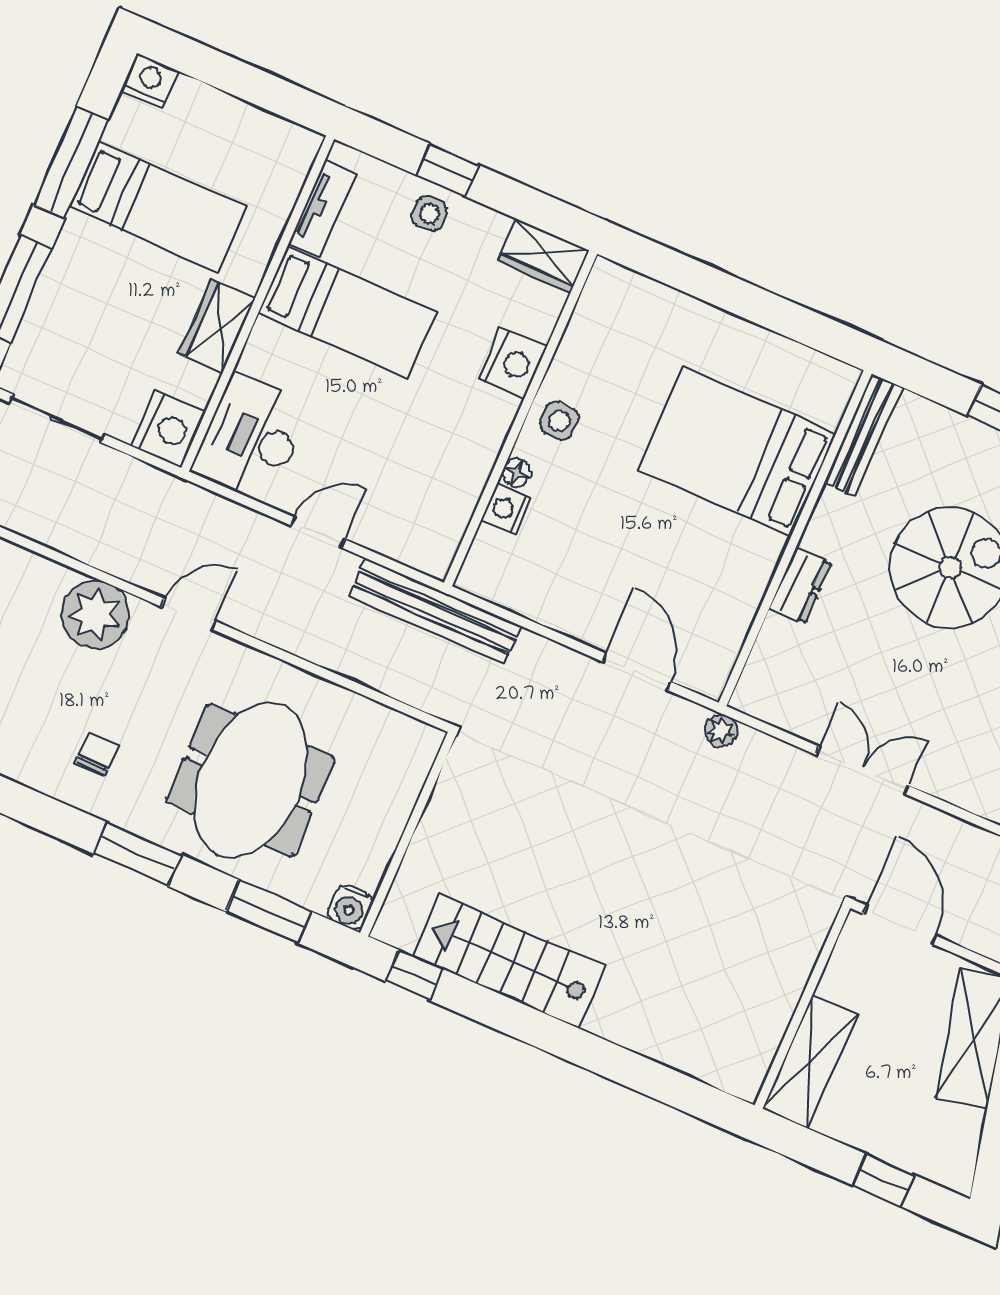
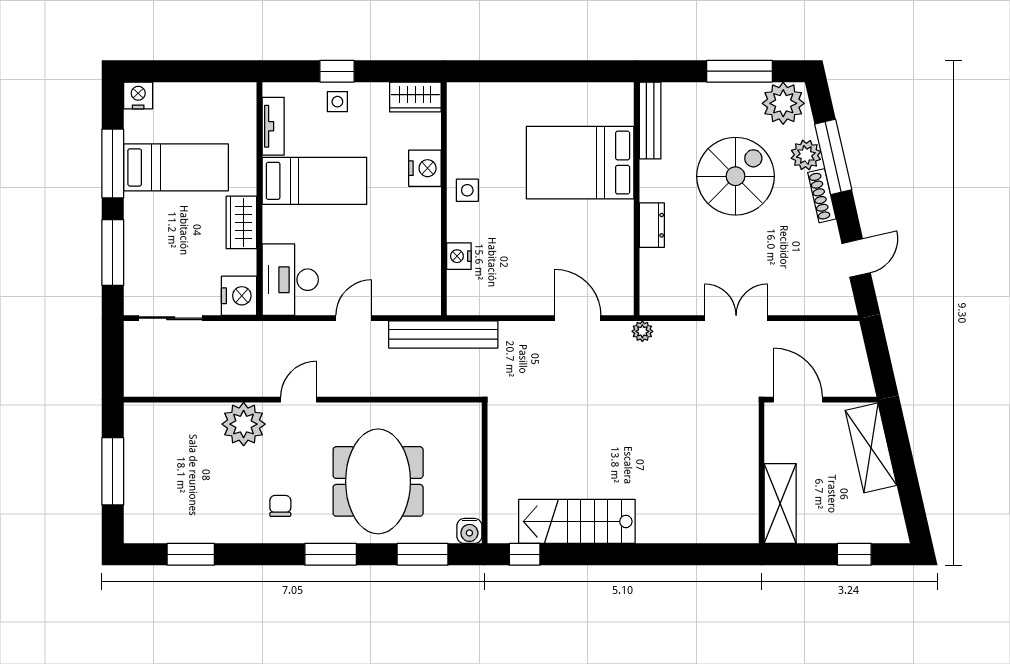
floor lamp: (517, 472) -> (456, 232), removed

